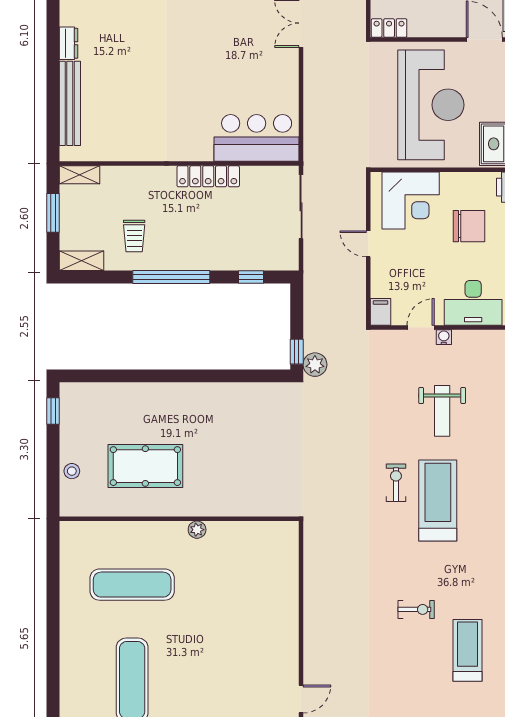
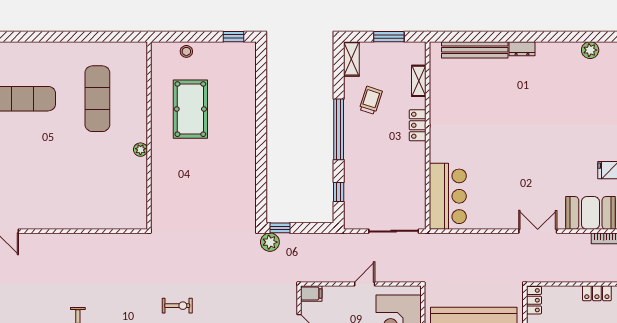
shelving: (79, 175) -> (419, 81), moved
locker: (208, 176) -> (418, 125), moved, width x0.66
trolley: (134, 236) -> (371, 100), turned 108

